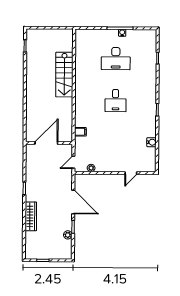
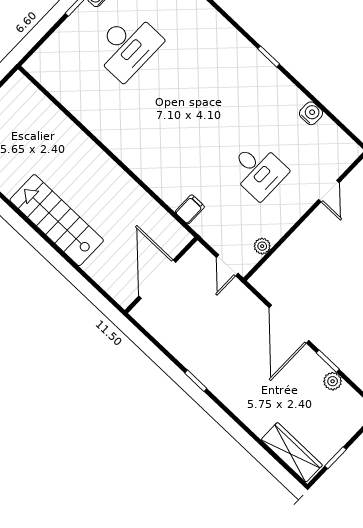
stairs: (64, 75) -> (57, 220), moved, turned 180
desk: (116, 101) -> (258, 171), moved
door: (73, 202) -> (289, 324), swing flipped
wardrobe: (31, 216) -> (292, 452), moved

